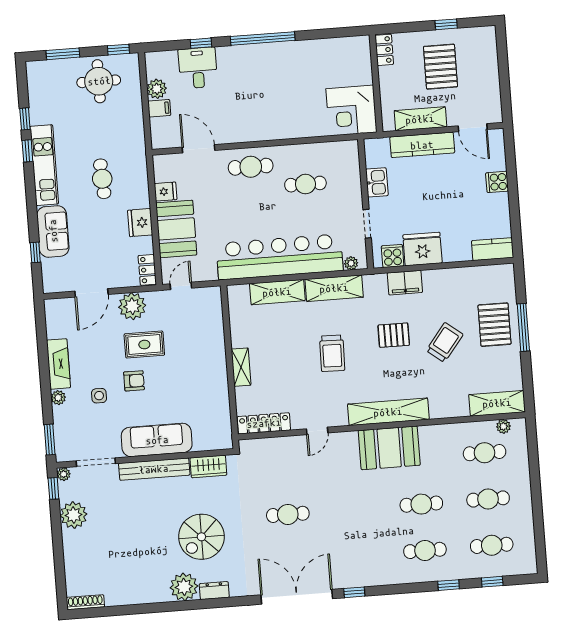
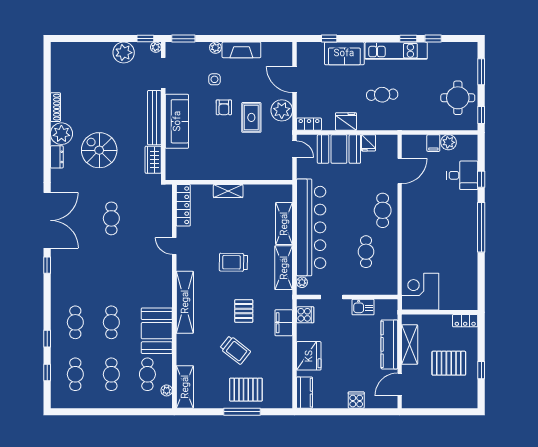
fridge: (422, 249) -> (309, 356), moved
booth: (389, 448) -> (157, 331), moved
shoe rack: (85, 602) -> (55, 107), moved

